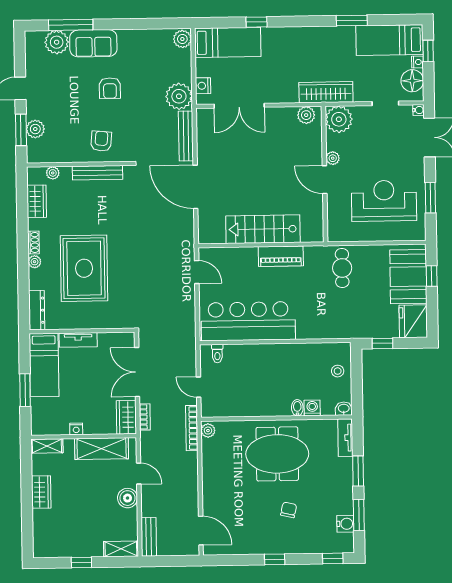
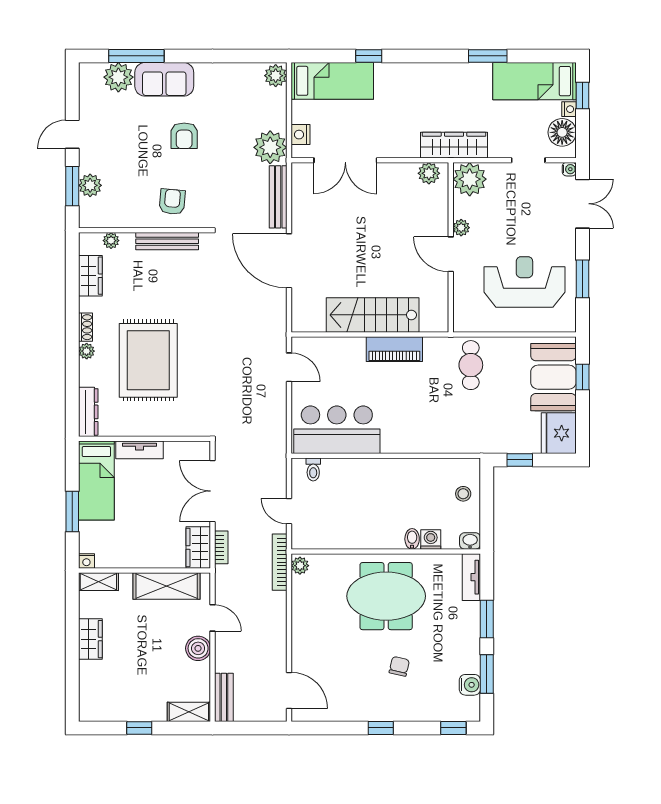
bar counter: (248, 321) -> (337, 430), width x0.73
nightstand: (76, 429) -> (86, 561), moved

